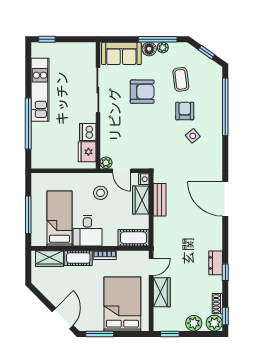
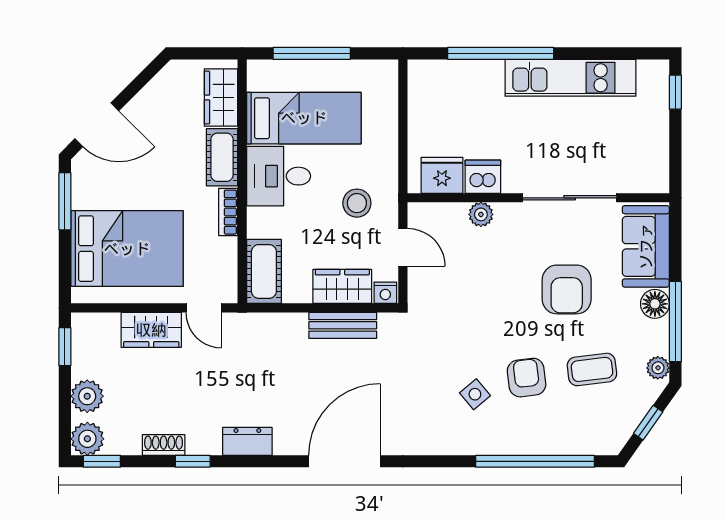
plant: (163, 47) -> (658, 368), moved
armchair: (185, 111) -> (527, 378), turned -97
plant: (106, 163) -> (481, 214), moved
door: (122, 171) -> (403, 247), swing flipped
dresser: (216, 263) -> (247, 441), moved
shoe rack: (217, 304) -> (164, 445), moved

